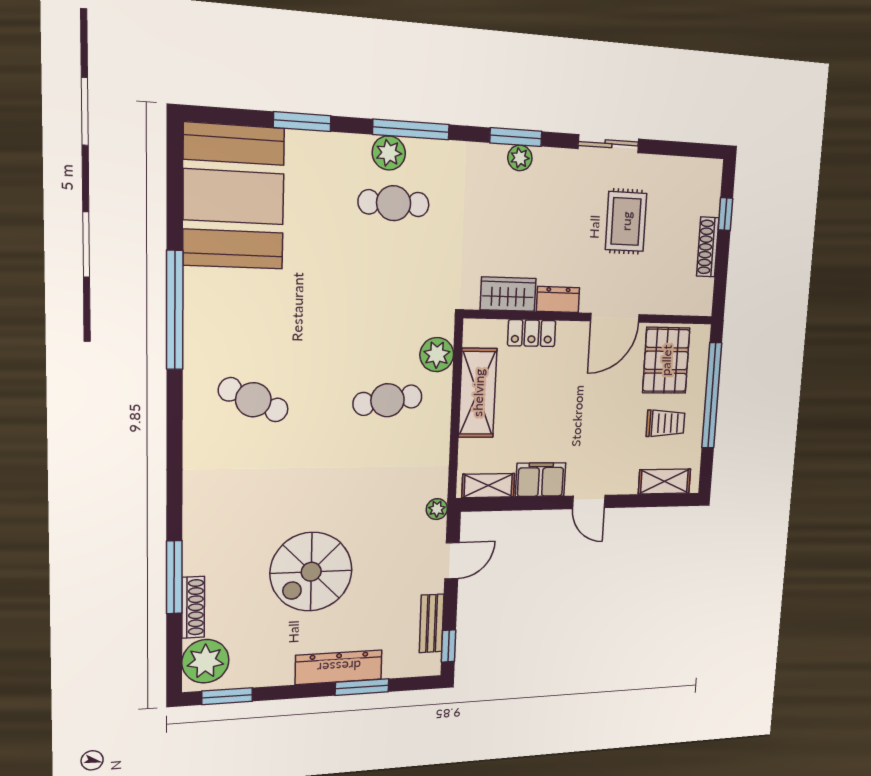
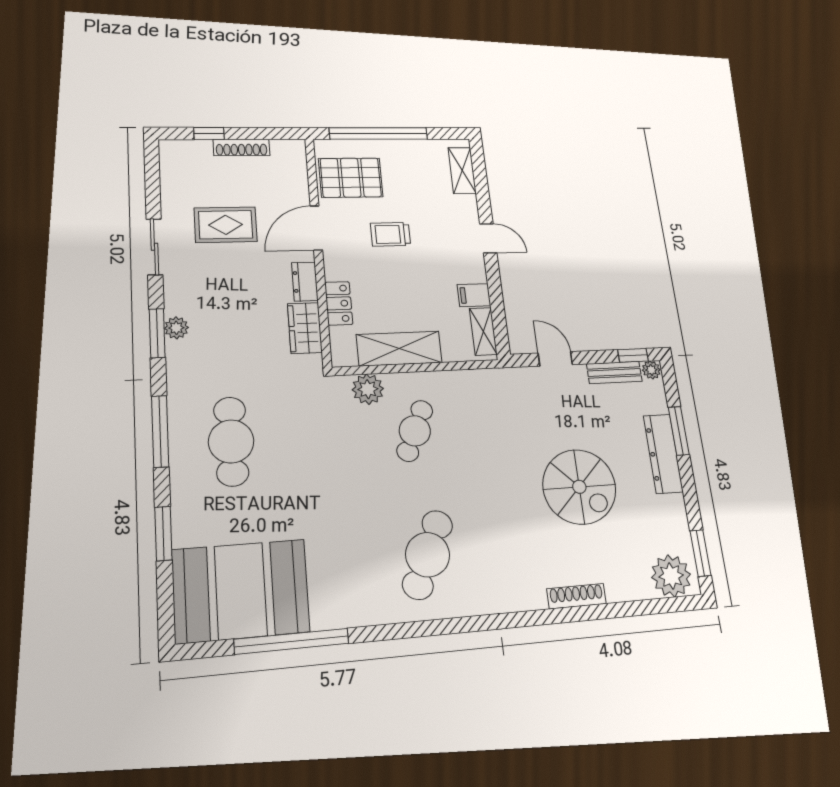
plant: (389, 153) -> (184, 450), removed
cafe table: (394, 203) -> (231, 441), width x1.37, depth x1.35
window: (175, 310) -> (292, 641), moved
door: (615, 318) -> (316, 228), swing flipped
cafe table: (253, 400) -> (428, 555), width x1.37, depth x1.35
cafe table: (388, 400) -> (415, 431), turned 33
trolley: (665, 423) -> (391, 234), moved, turned -90
filing cabinet: (541, 480) -> (474, 295), width x0.50
door: (589, 502) -> (488, 238), hinge flipped
plant: (437, 509) -> (651, 370), moved
window: (174, 577) -> (598, 612), removed
shoe rack: (193, 607) -> (576, 596), moved

